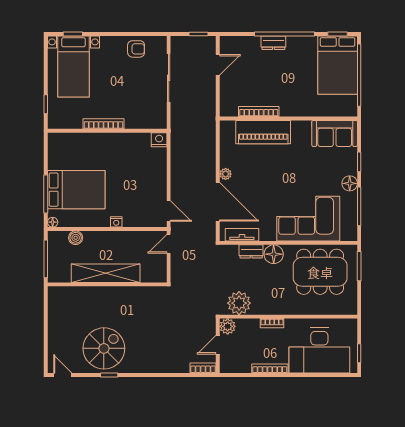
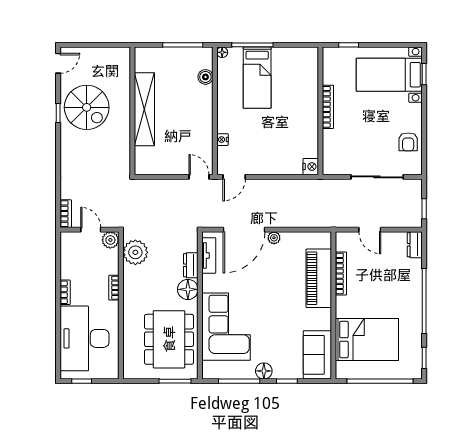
dresser: (273, 43) -> (415, 245), moved
door: (218, 65) -> (370, 230), moved
bed: (338, 65) -> (367, 340), moved, turned 180
bed: (76, 190) -> (257, 78), width x0.67
nightstand: (116, 222) -> (222, 140), moved
shelving: (106, 273) -> (144, 109), moved
wall: (107, 284) -> (132, 111), moved
bookcase: (270, 369) -> (65, 292), width x0.64

